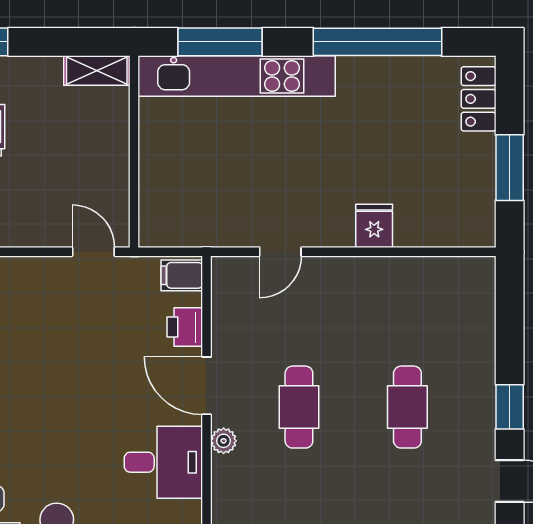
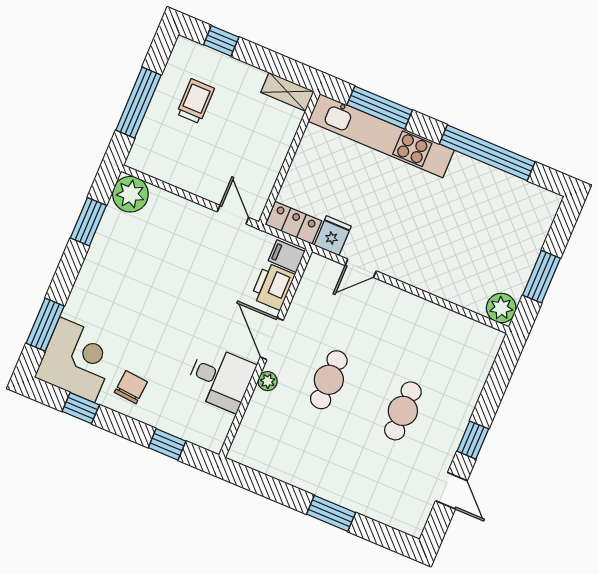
locker: (479, 99) -> (294, 223), moved, turned 90
fridge: (374, 226) -> (333, 236), moved
plant: (476, 228) -> (501, 308), added
printer: (185, 327) -> (273, 286), width x1.36, depth x1.24

